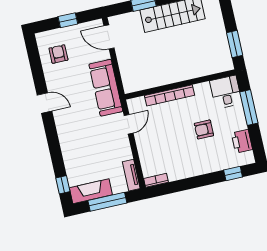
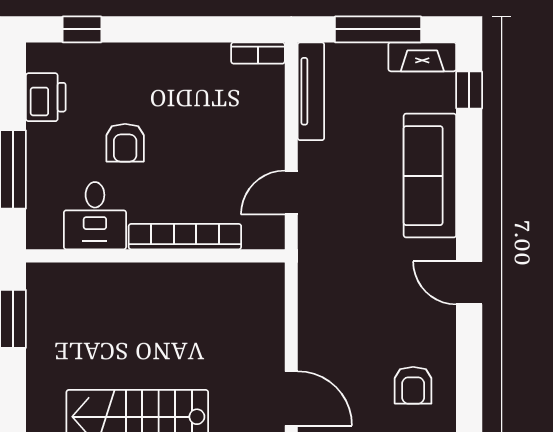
sofa: (106, 88) -> (430, 176), moved, turned 180
desk: (226, 92) -> (95, 216), moved
armchair: (204, 129) -> (125, 143), turned 90
tv unit: (131, 175) -> (311, 91), width x1.41
fireplace: (91, 191) -> (422, 57), width x0.73, depth x0.76

